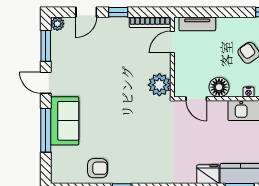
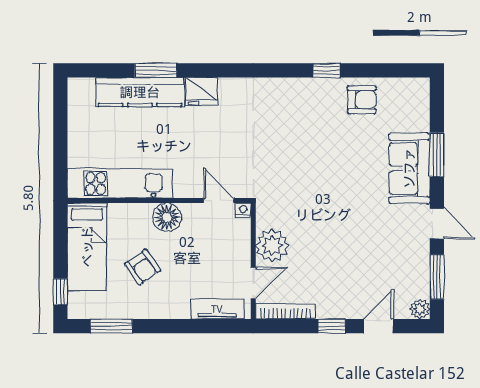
plant: (159, 85) -> (272, 246), moved
floor lamp: (219, 87) -> (167, 217), moved
nightstand: (249, 92) -> (243, 210), moved
window: (46, 130) -> (437, 155), width x0.69
armchair: (98, 168) -> (362, 100), turned 180

